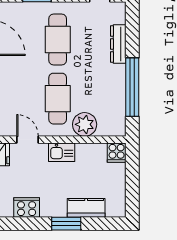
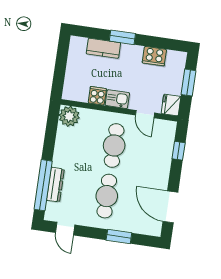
window: (132, 87) -> (43, 185), moved
plant: (85, 124) -> (69, 116), moved
cooker: (117, 153) -> (97, 96), moved

